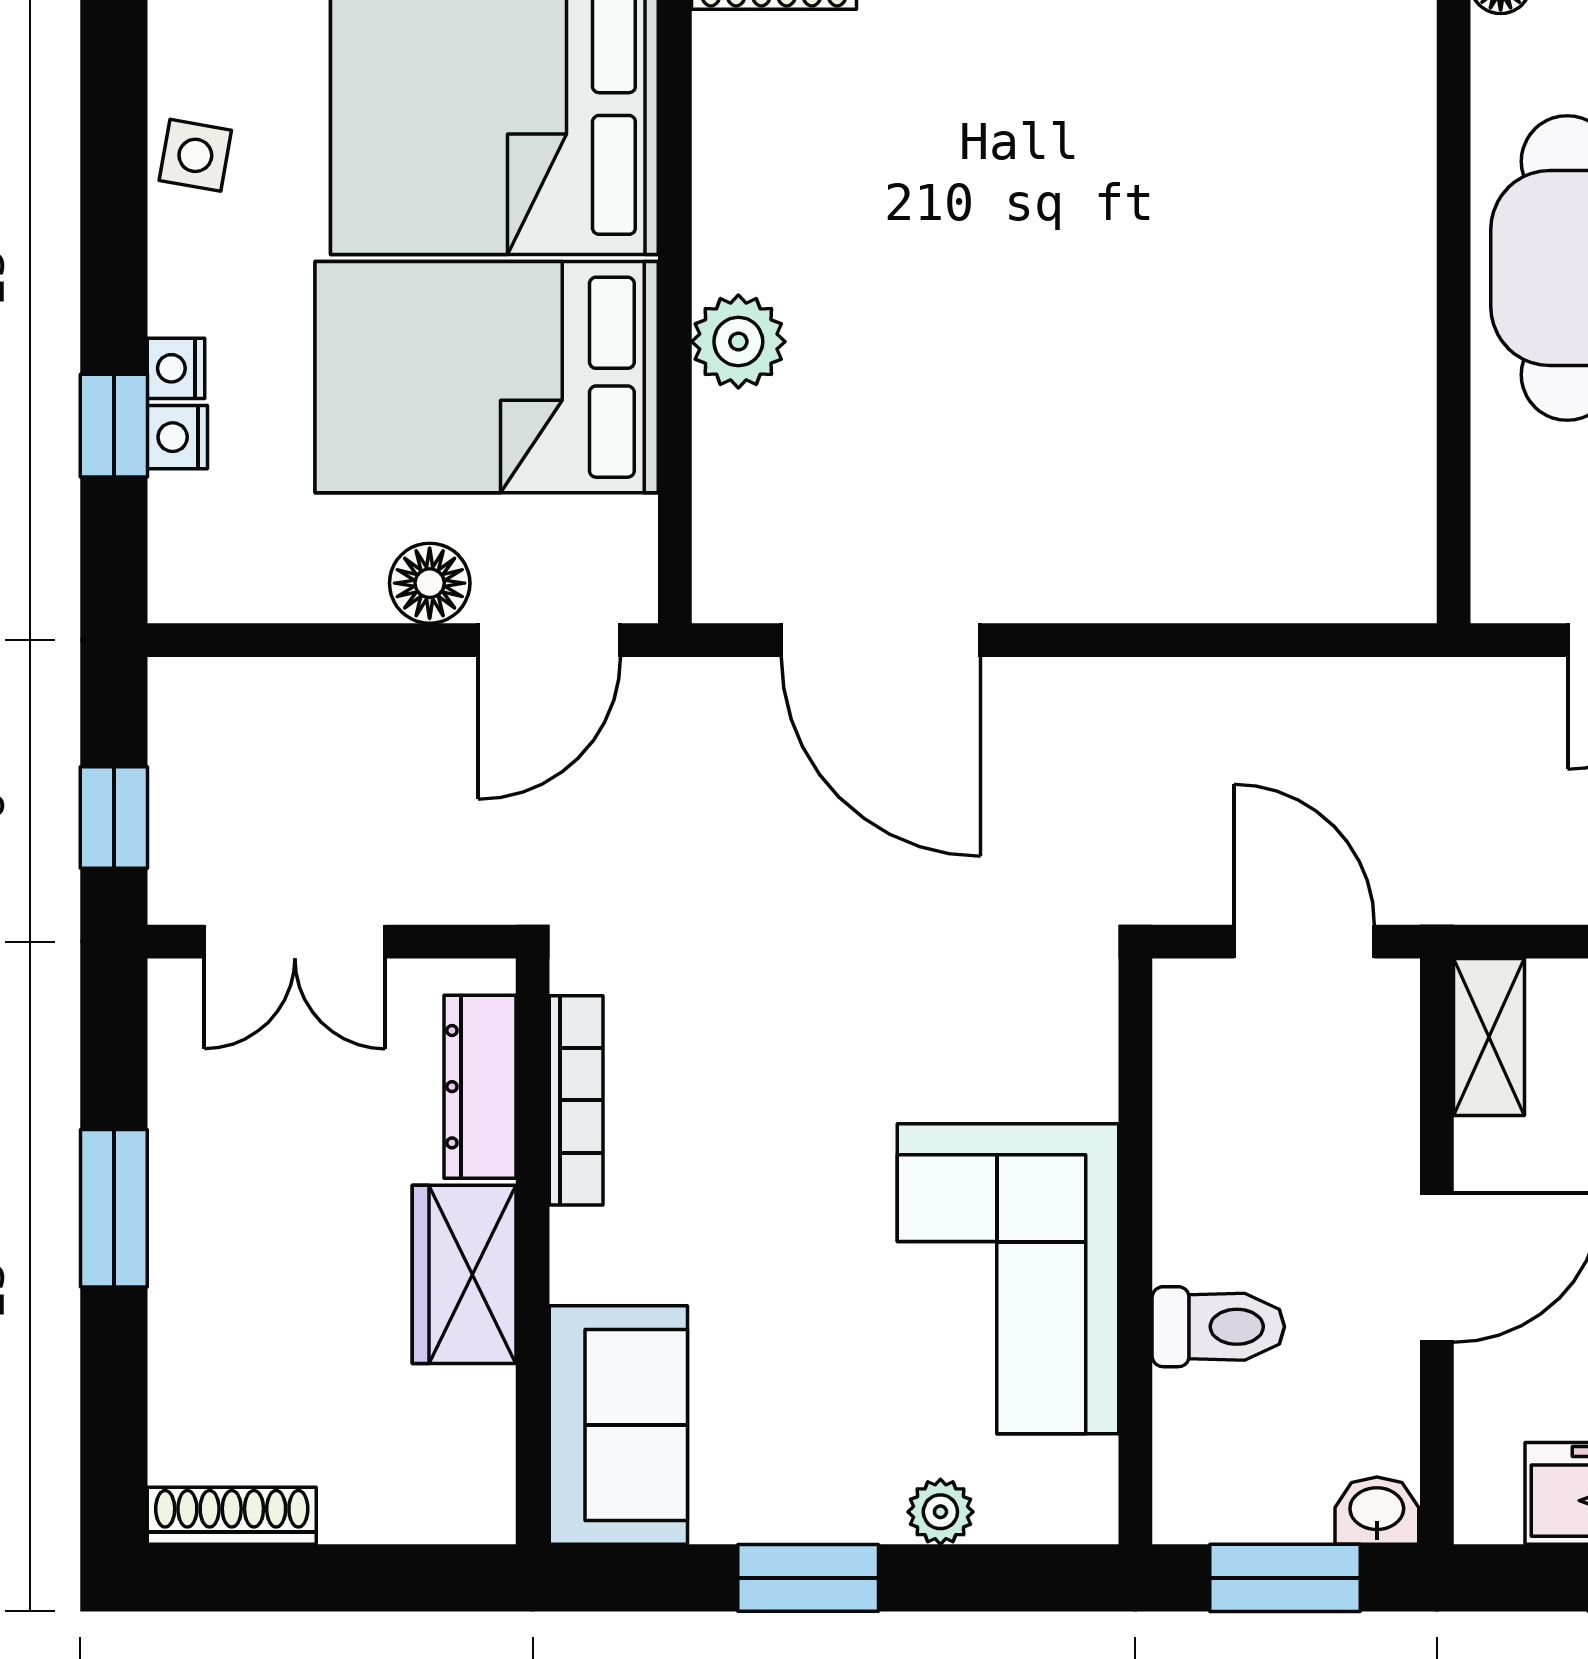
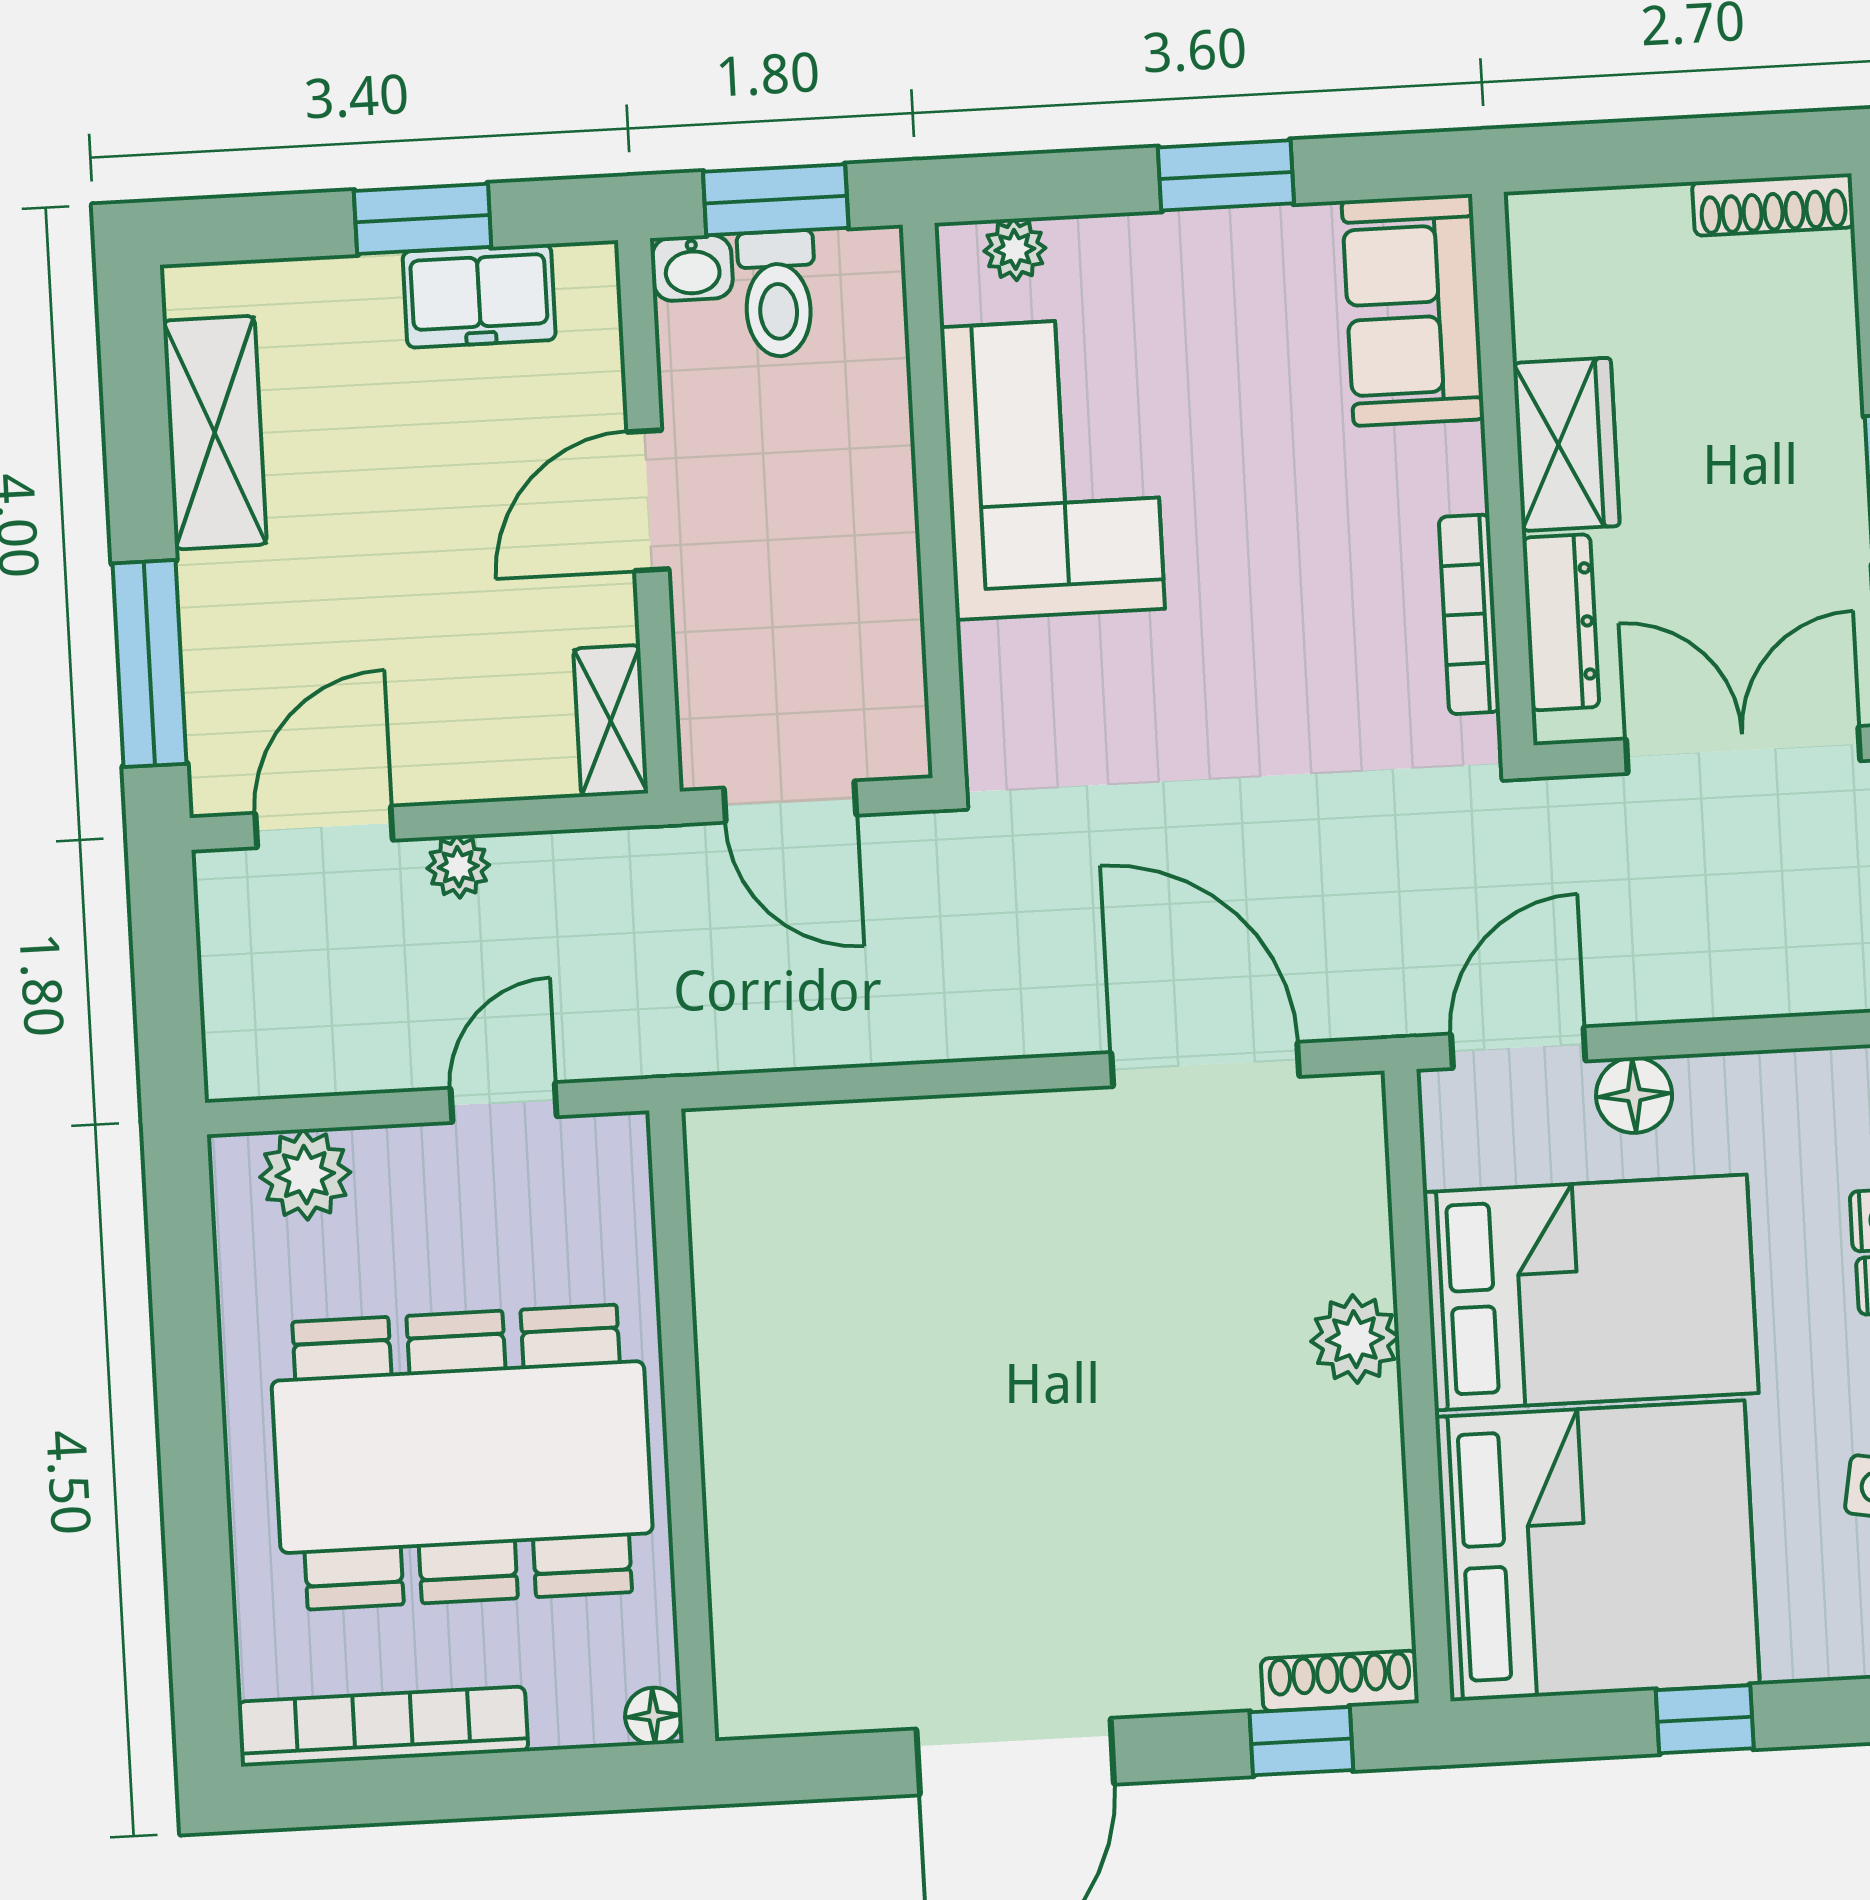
double door: (295, 942) -> (1743, 750), width x1.37
toilet: (1218, 1327) -> (778, 294), moved, turned -90
plant: (940, 1512) -> (1015, 249), moved

